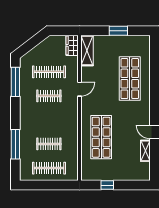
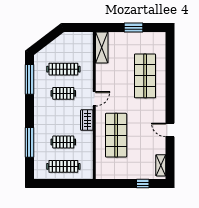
wardrobe: (72, 45) -> (87, 120), moved
door: (79, 89) -> (94, 99), moved
shelving: (145, 151) -> (161, 165), moved
window: (107, 185) -> (143, 184), moved

